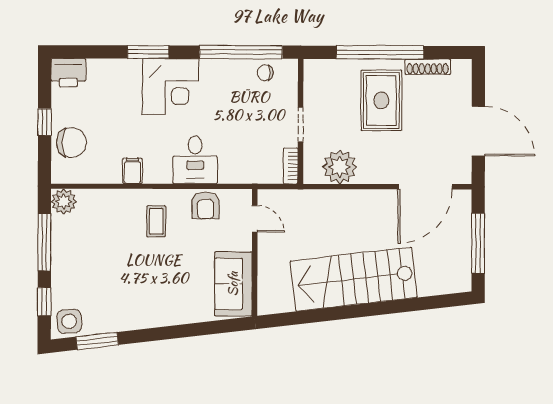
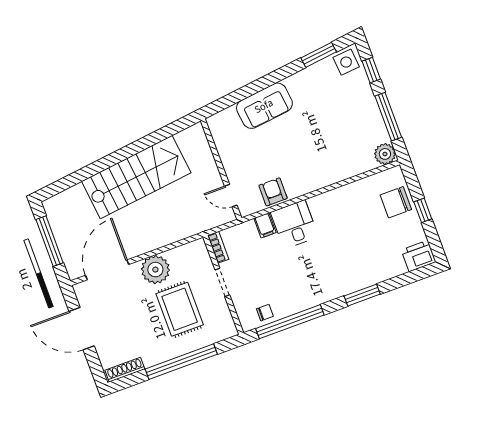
shoe rack: (428, 67) -> (125, 370), moved
corner desk: (171, 87) -> (335, 275), removed
rug: (381, 100) -> (180, 309), moved
plant: (340, 167) -> (155, 270), moved
filing cabinet: (132, 171) -> (265, 225), moved
coffee table: (156, 221) -> (307, 165), removed
sofa: (233, 284) -> (264, 106), moved, turned 83

